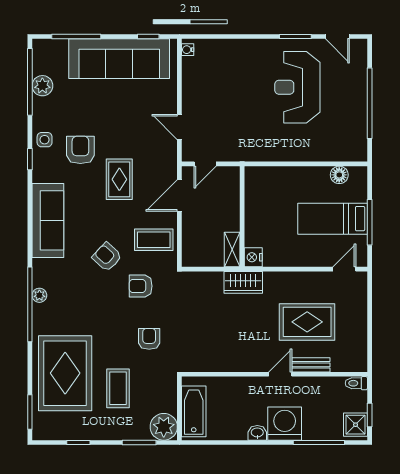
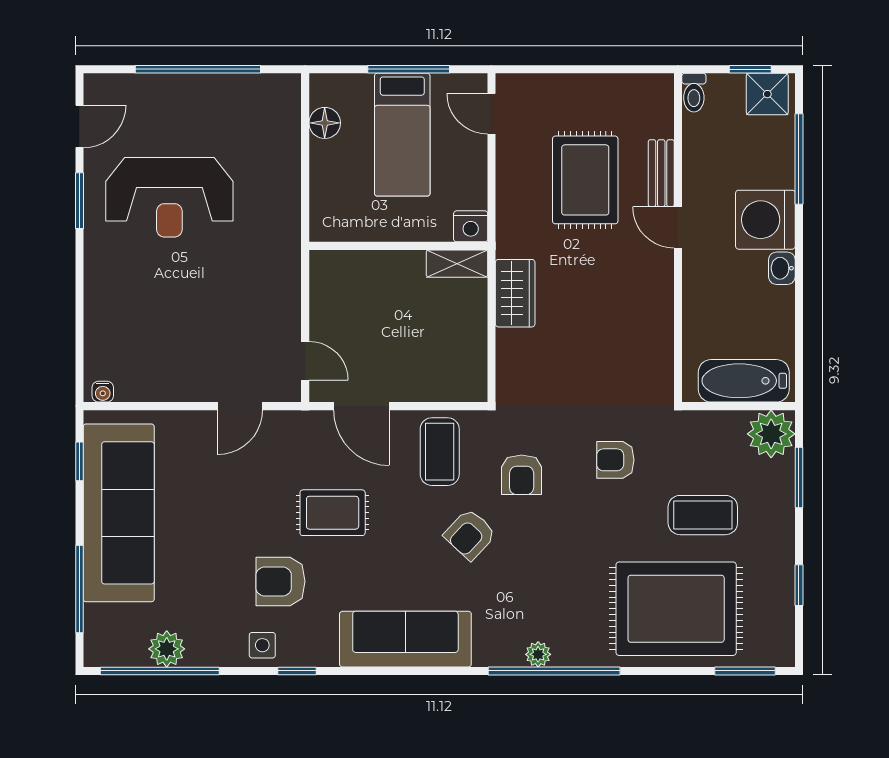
wall: (242, 216) -> (398, 246), moved
shelving: (232, 250) -> (457, 264), moved
nightstand: (253, 257) -> (471, 226), moved

